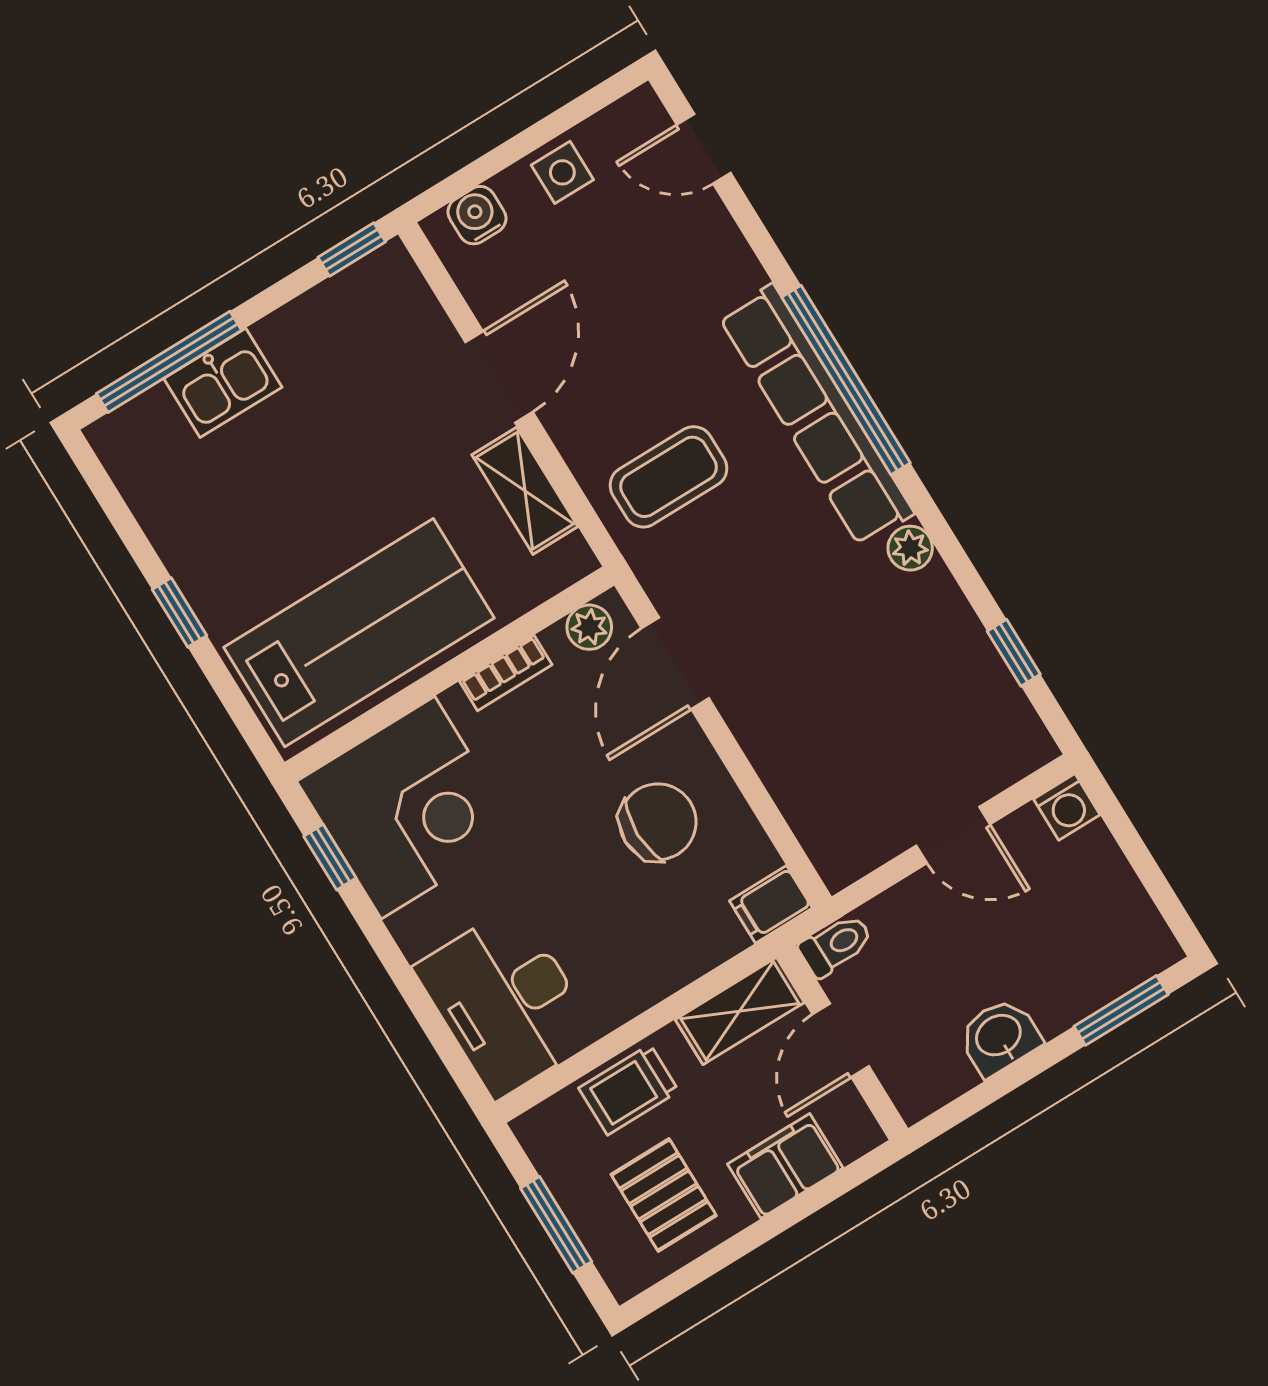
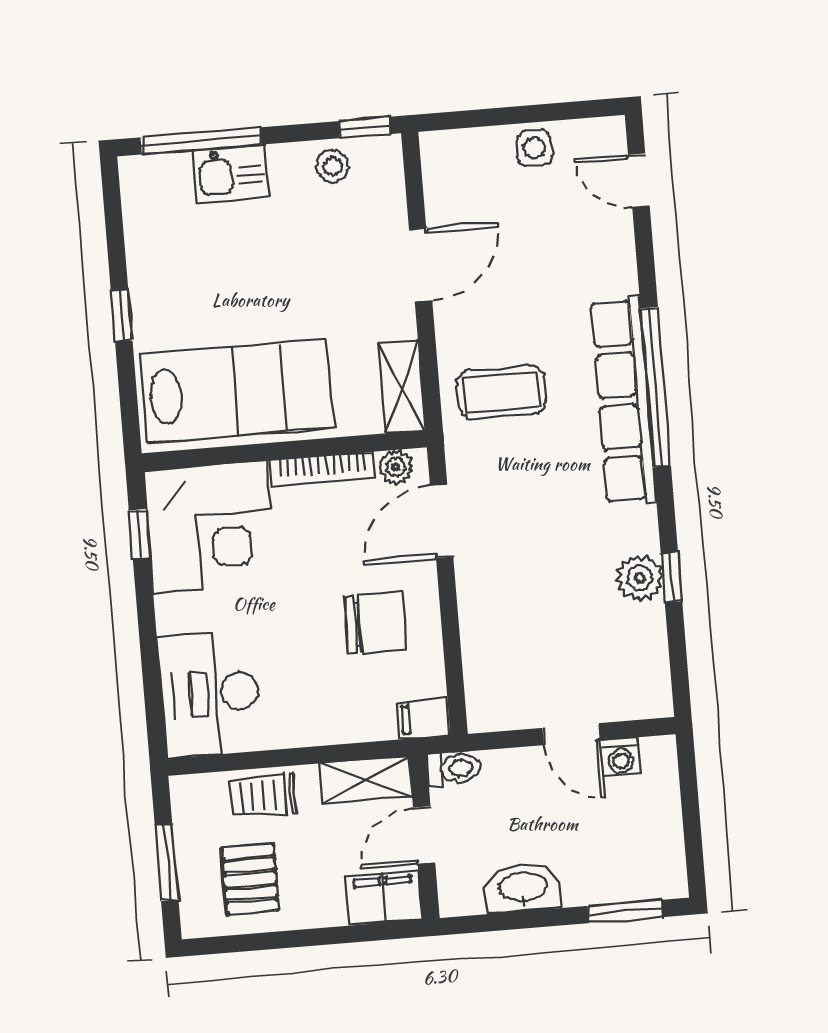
water cooler: (477, 215) -> (461, 147), removed
stool: (337, 313) -> (333, 166), added
shelving: (525, 491) -> (402, 387), moved
plant: (910, 548) -> (640, 578), moved, width x1.38, depth x1.38
window: (1014, 653) -> (671, 577), moved
bookcase: (506, 673) -> (323, 469), width x1.56
washing machine: (1067, 807) -> (621, 757), moved
washbasin: (999, 1037) -> (523, 888), width x1.38
filing cabinet: (785, 1166) -> (384, 898), moved

